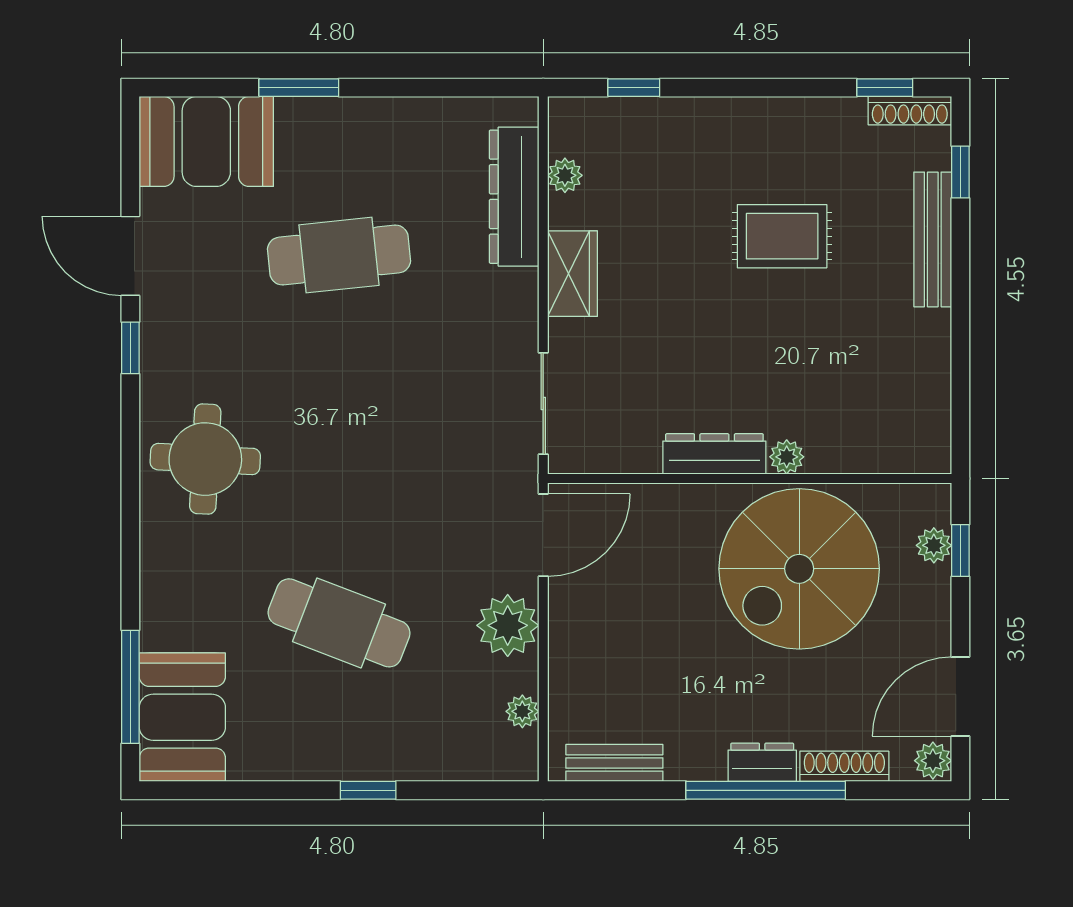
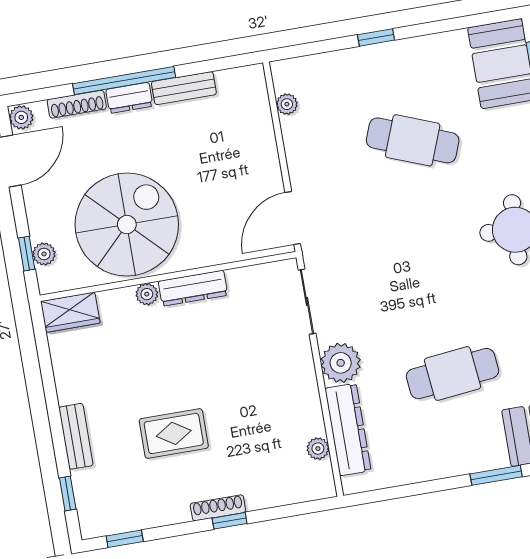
window: (634, 88) -> (230, 521), moved
shoe rack: (910, 111) -> (218, 508), moved
bench: (933, 239) -> (76, 436), width x0.73
wardrobe: (572, 274) -> (70, 312), moved, turned -90
plant: (508, 625) -> (341, 363), moved
bench: (614, 763) -> (184, 88), moved

